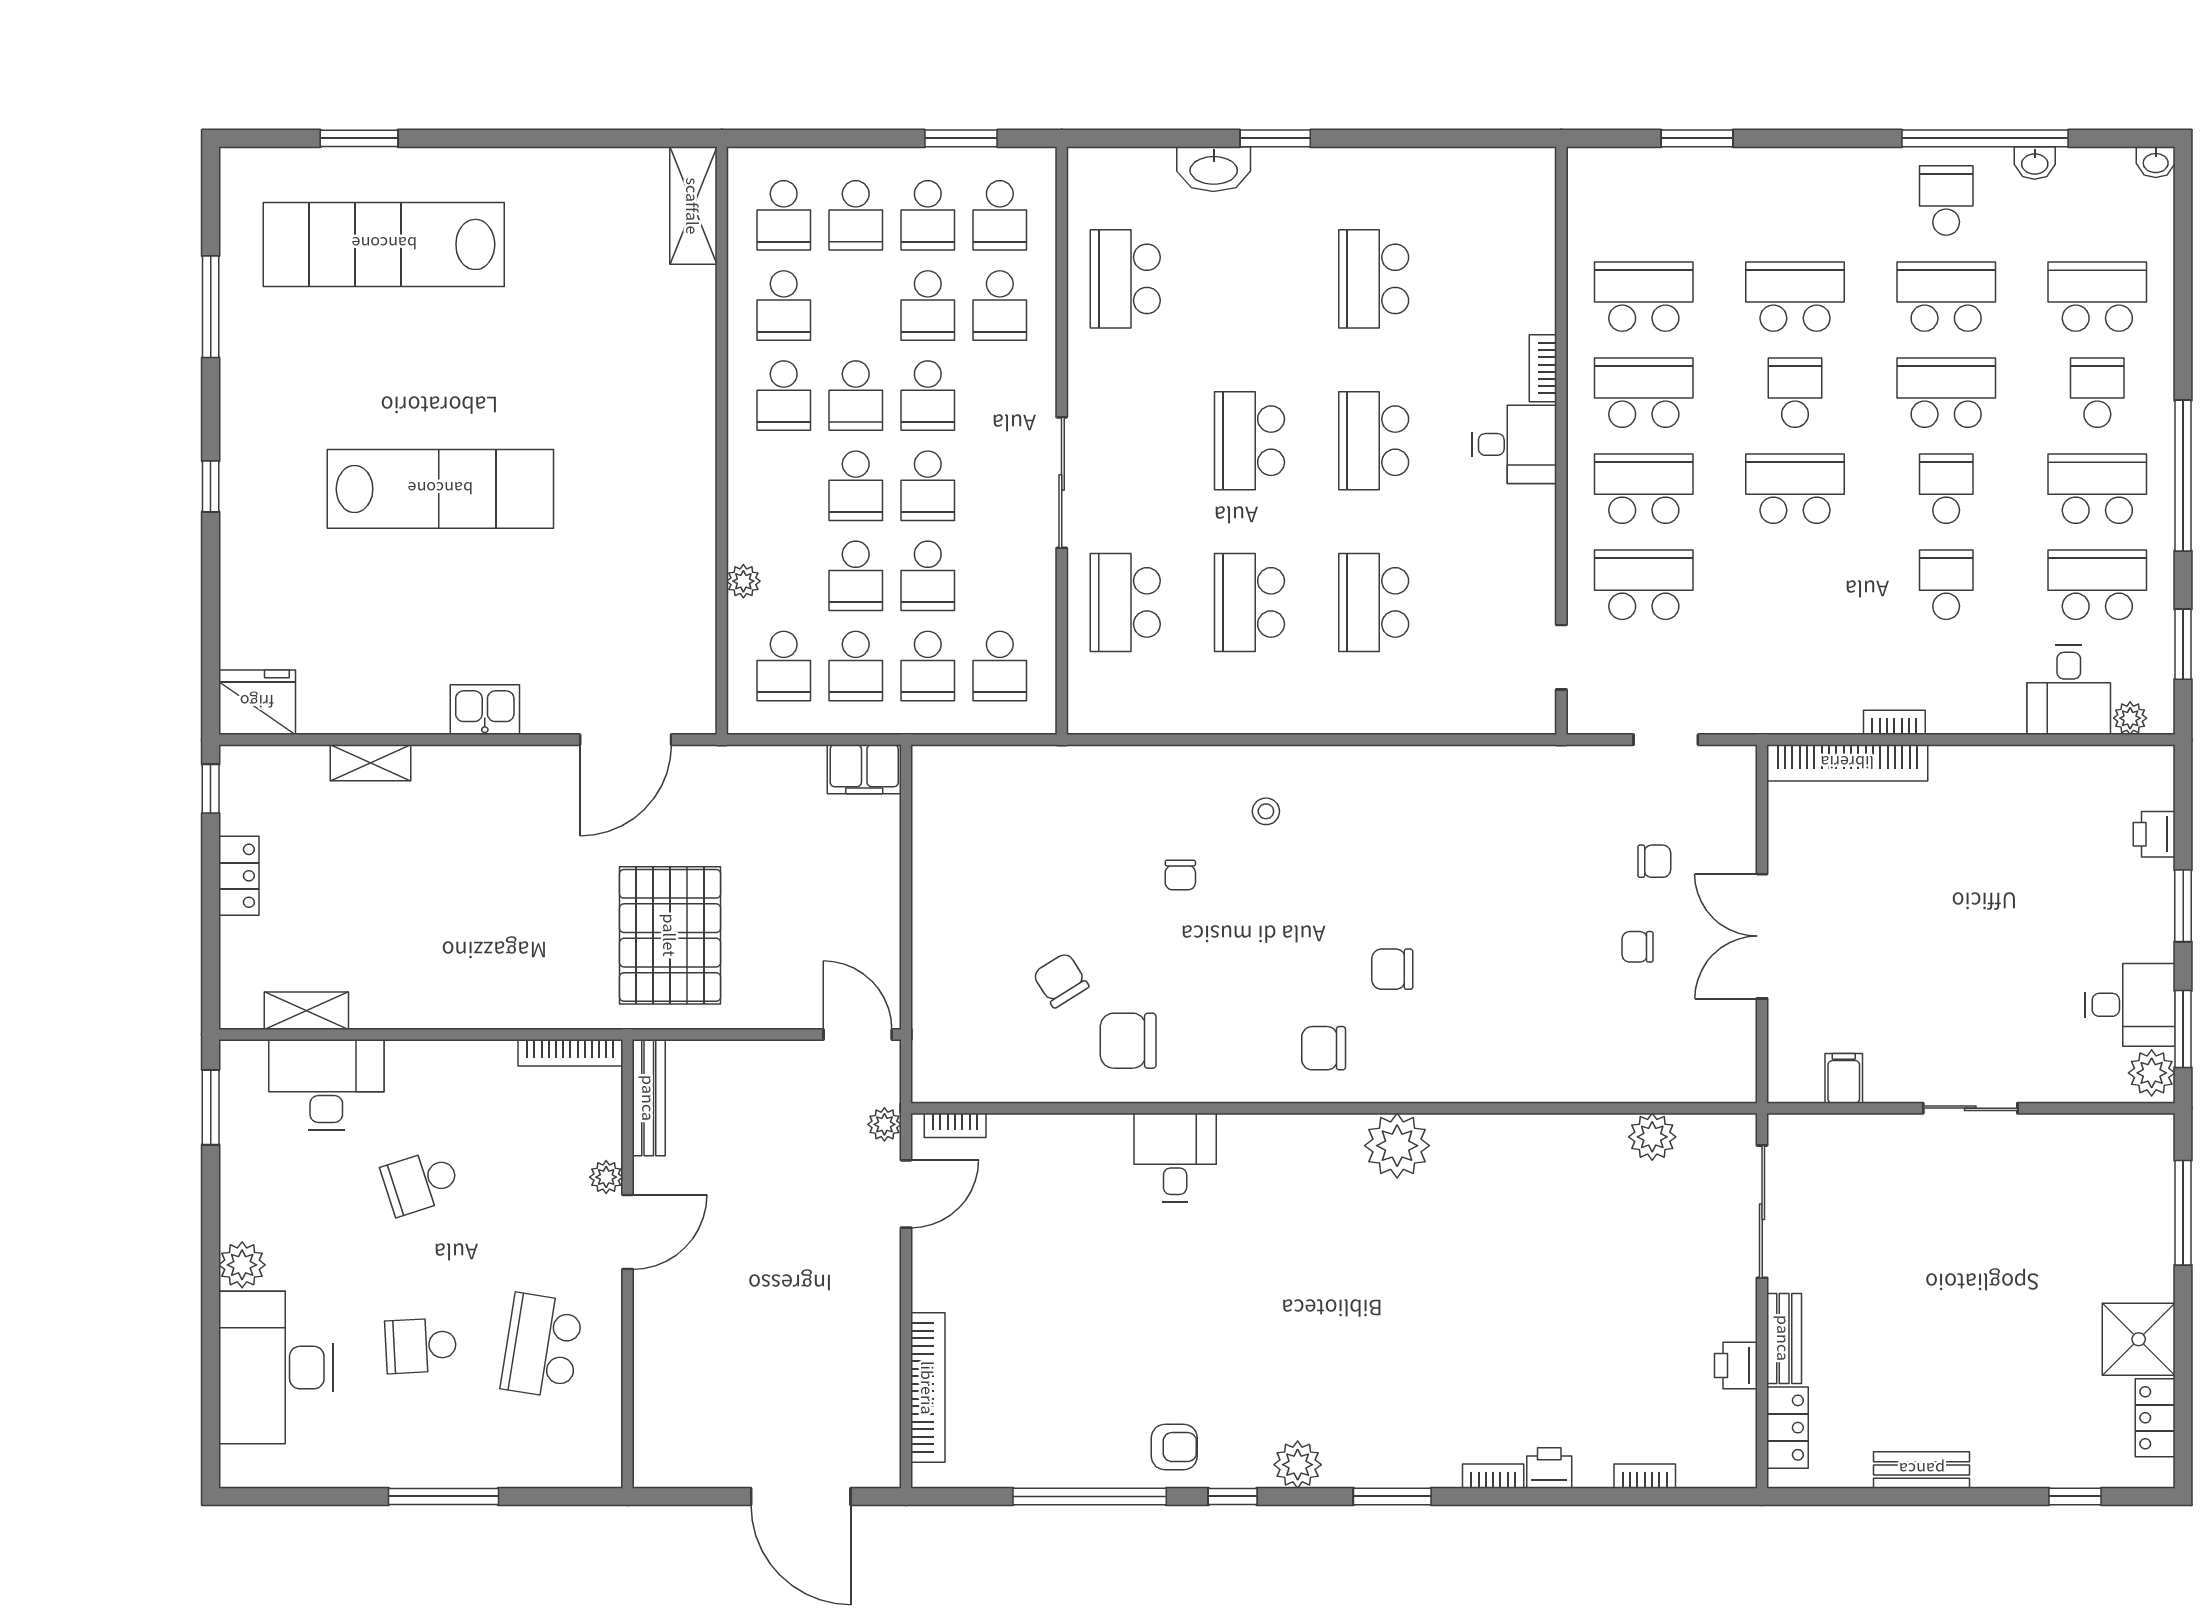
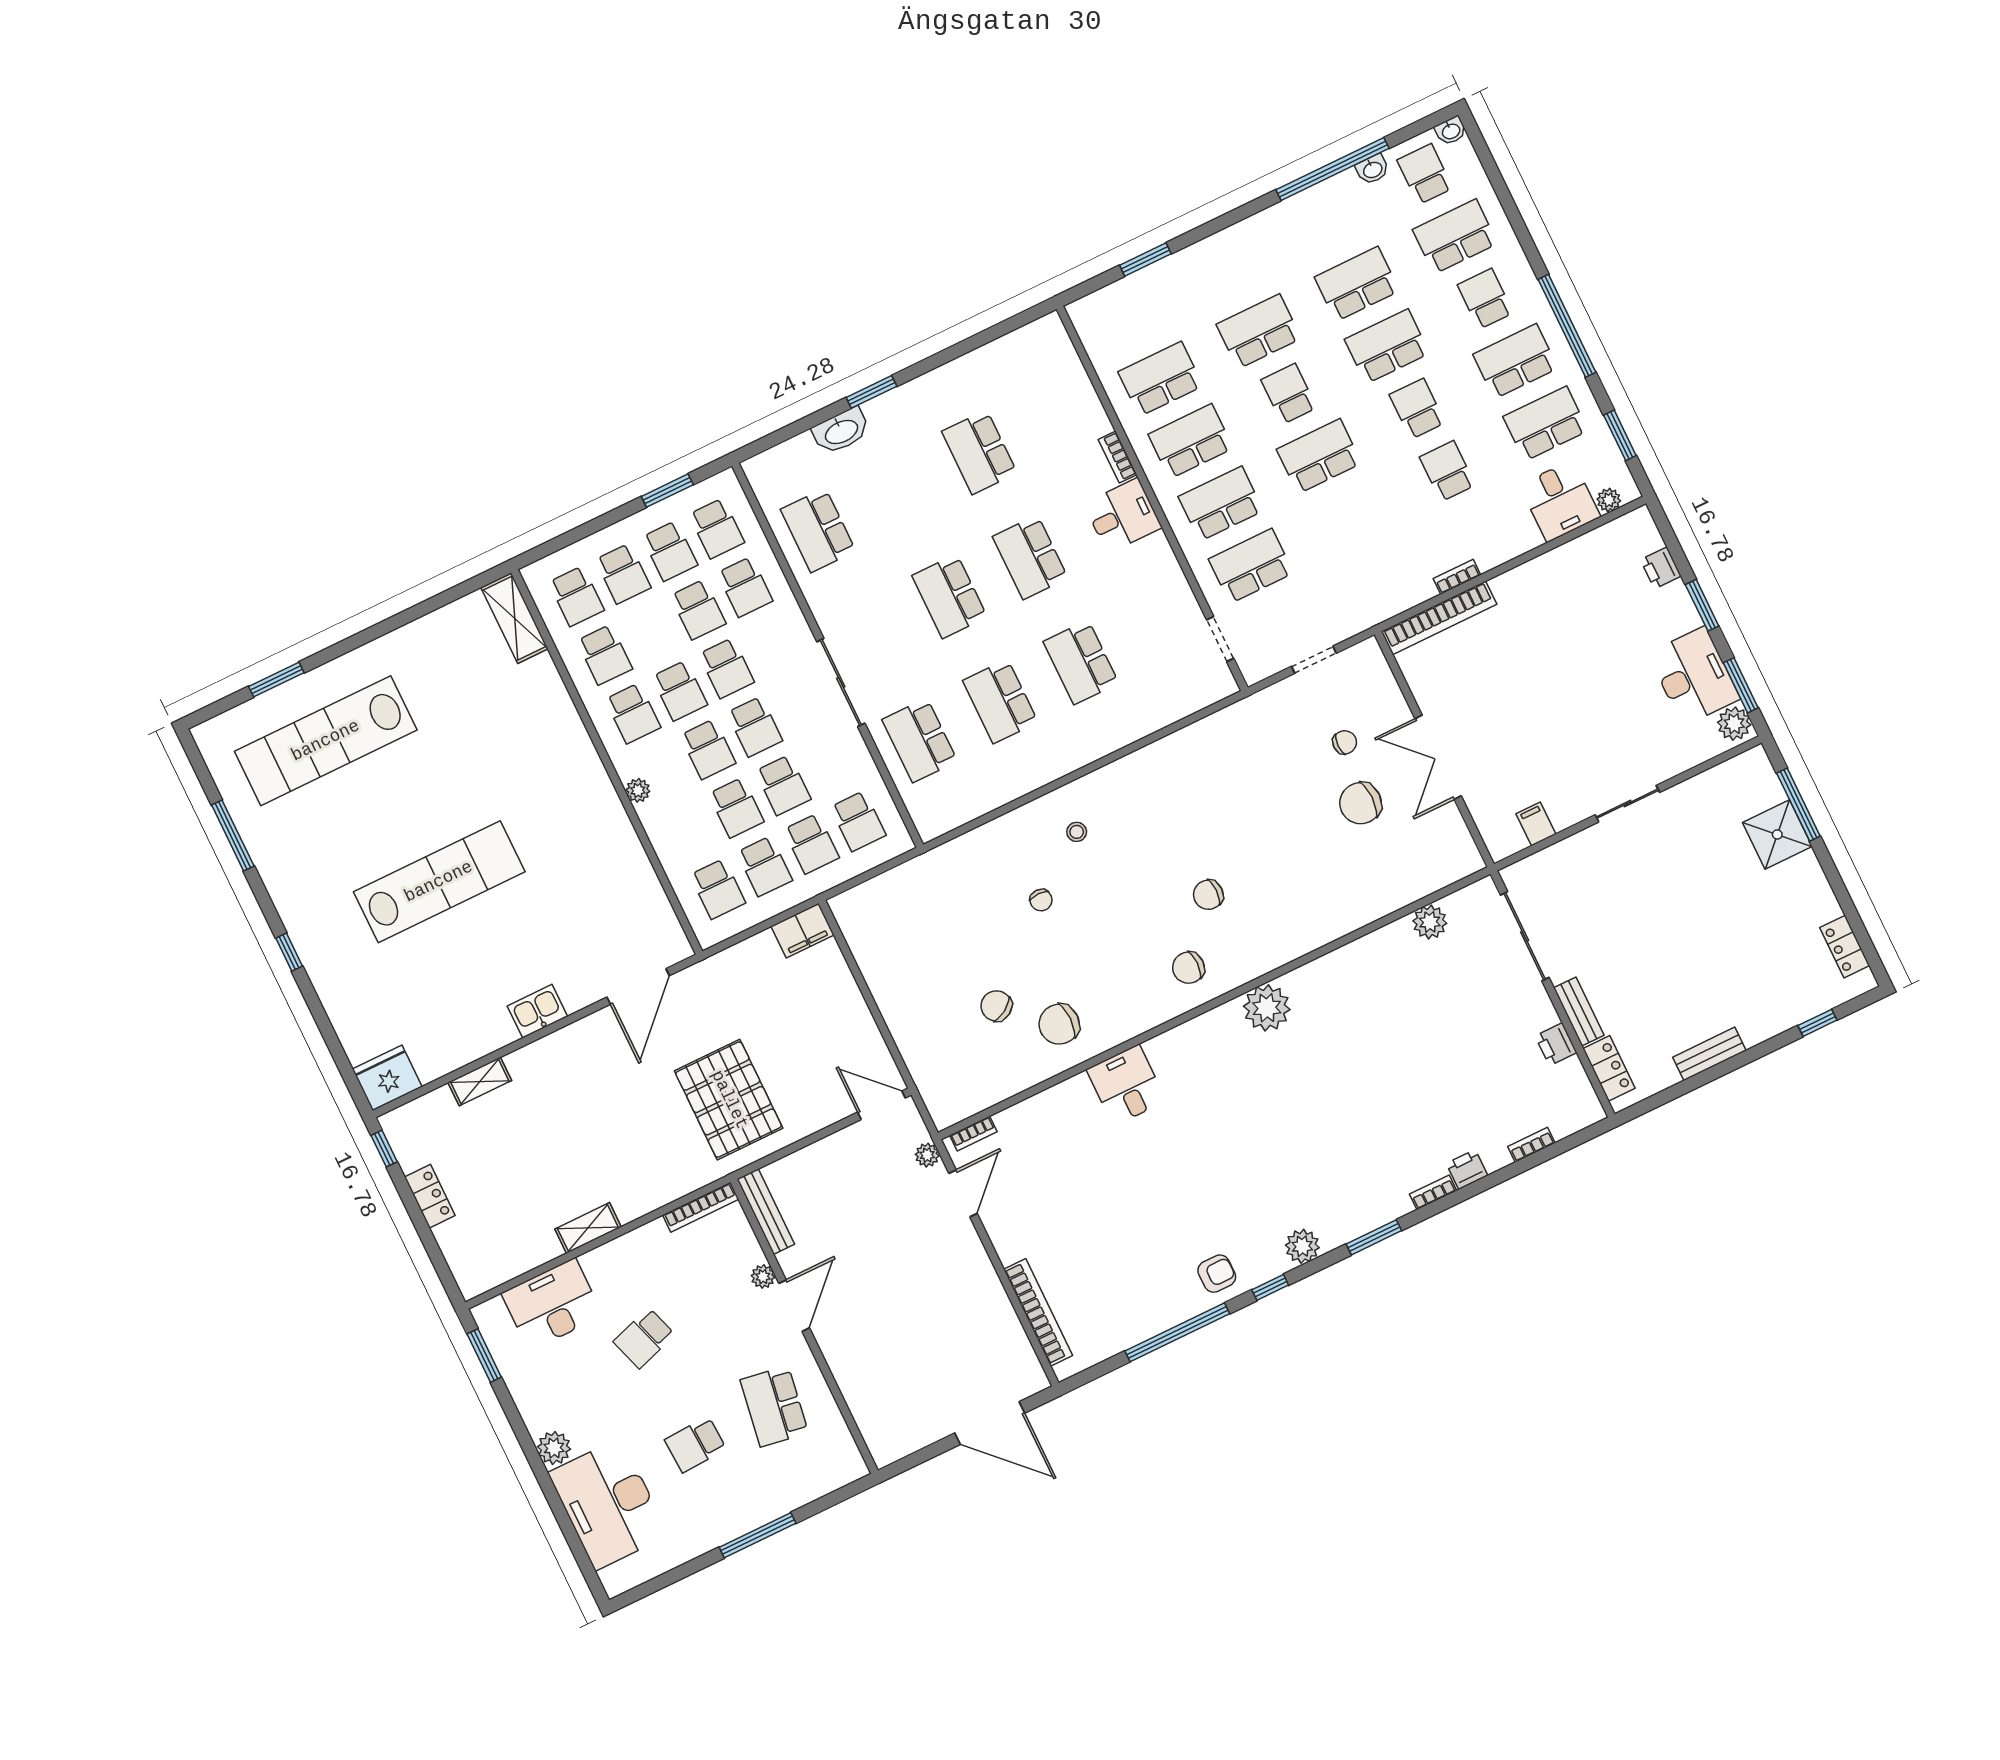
school desk: (1946, 201) -> (1425, 174), moved
plant: (743, 581) -> (638, 790), moved
chair: (1637, 947) -> (1361, 803), width x1.87, depth x1.87
desk: (2130, 1005) -> (1694, 676), width x1.37
shelving: (306, 1011) -> (588, 1228), moved
shower: (2139, 1339) -> (1777, 834), moved

